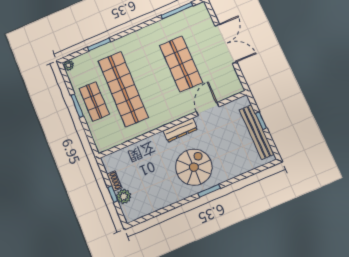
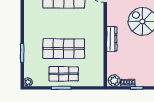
shop shelf: (123, 89) -> (64, 49), width x0.71
dresser: (180, 130) -> (112, 39), moved
plant: (124, 196) -> (114, 81), moved

